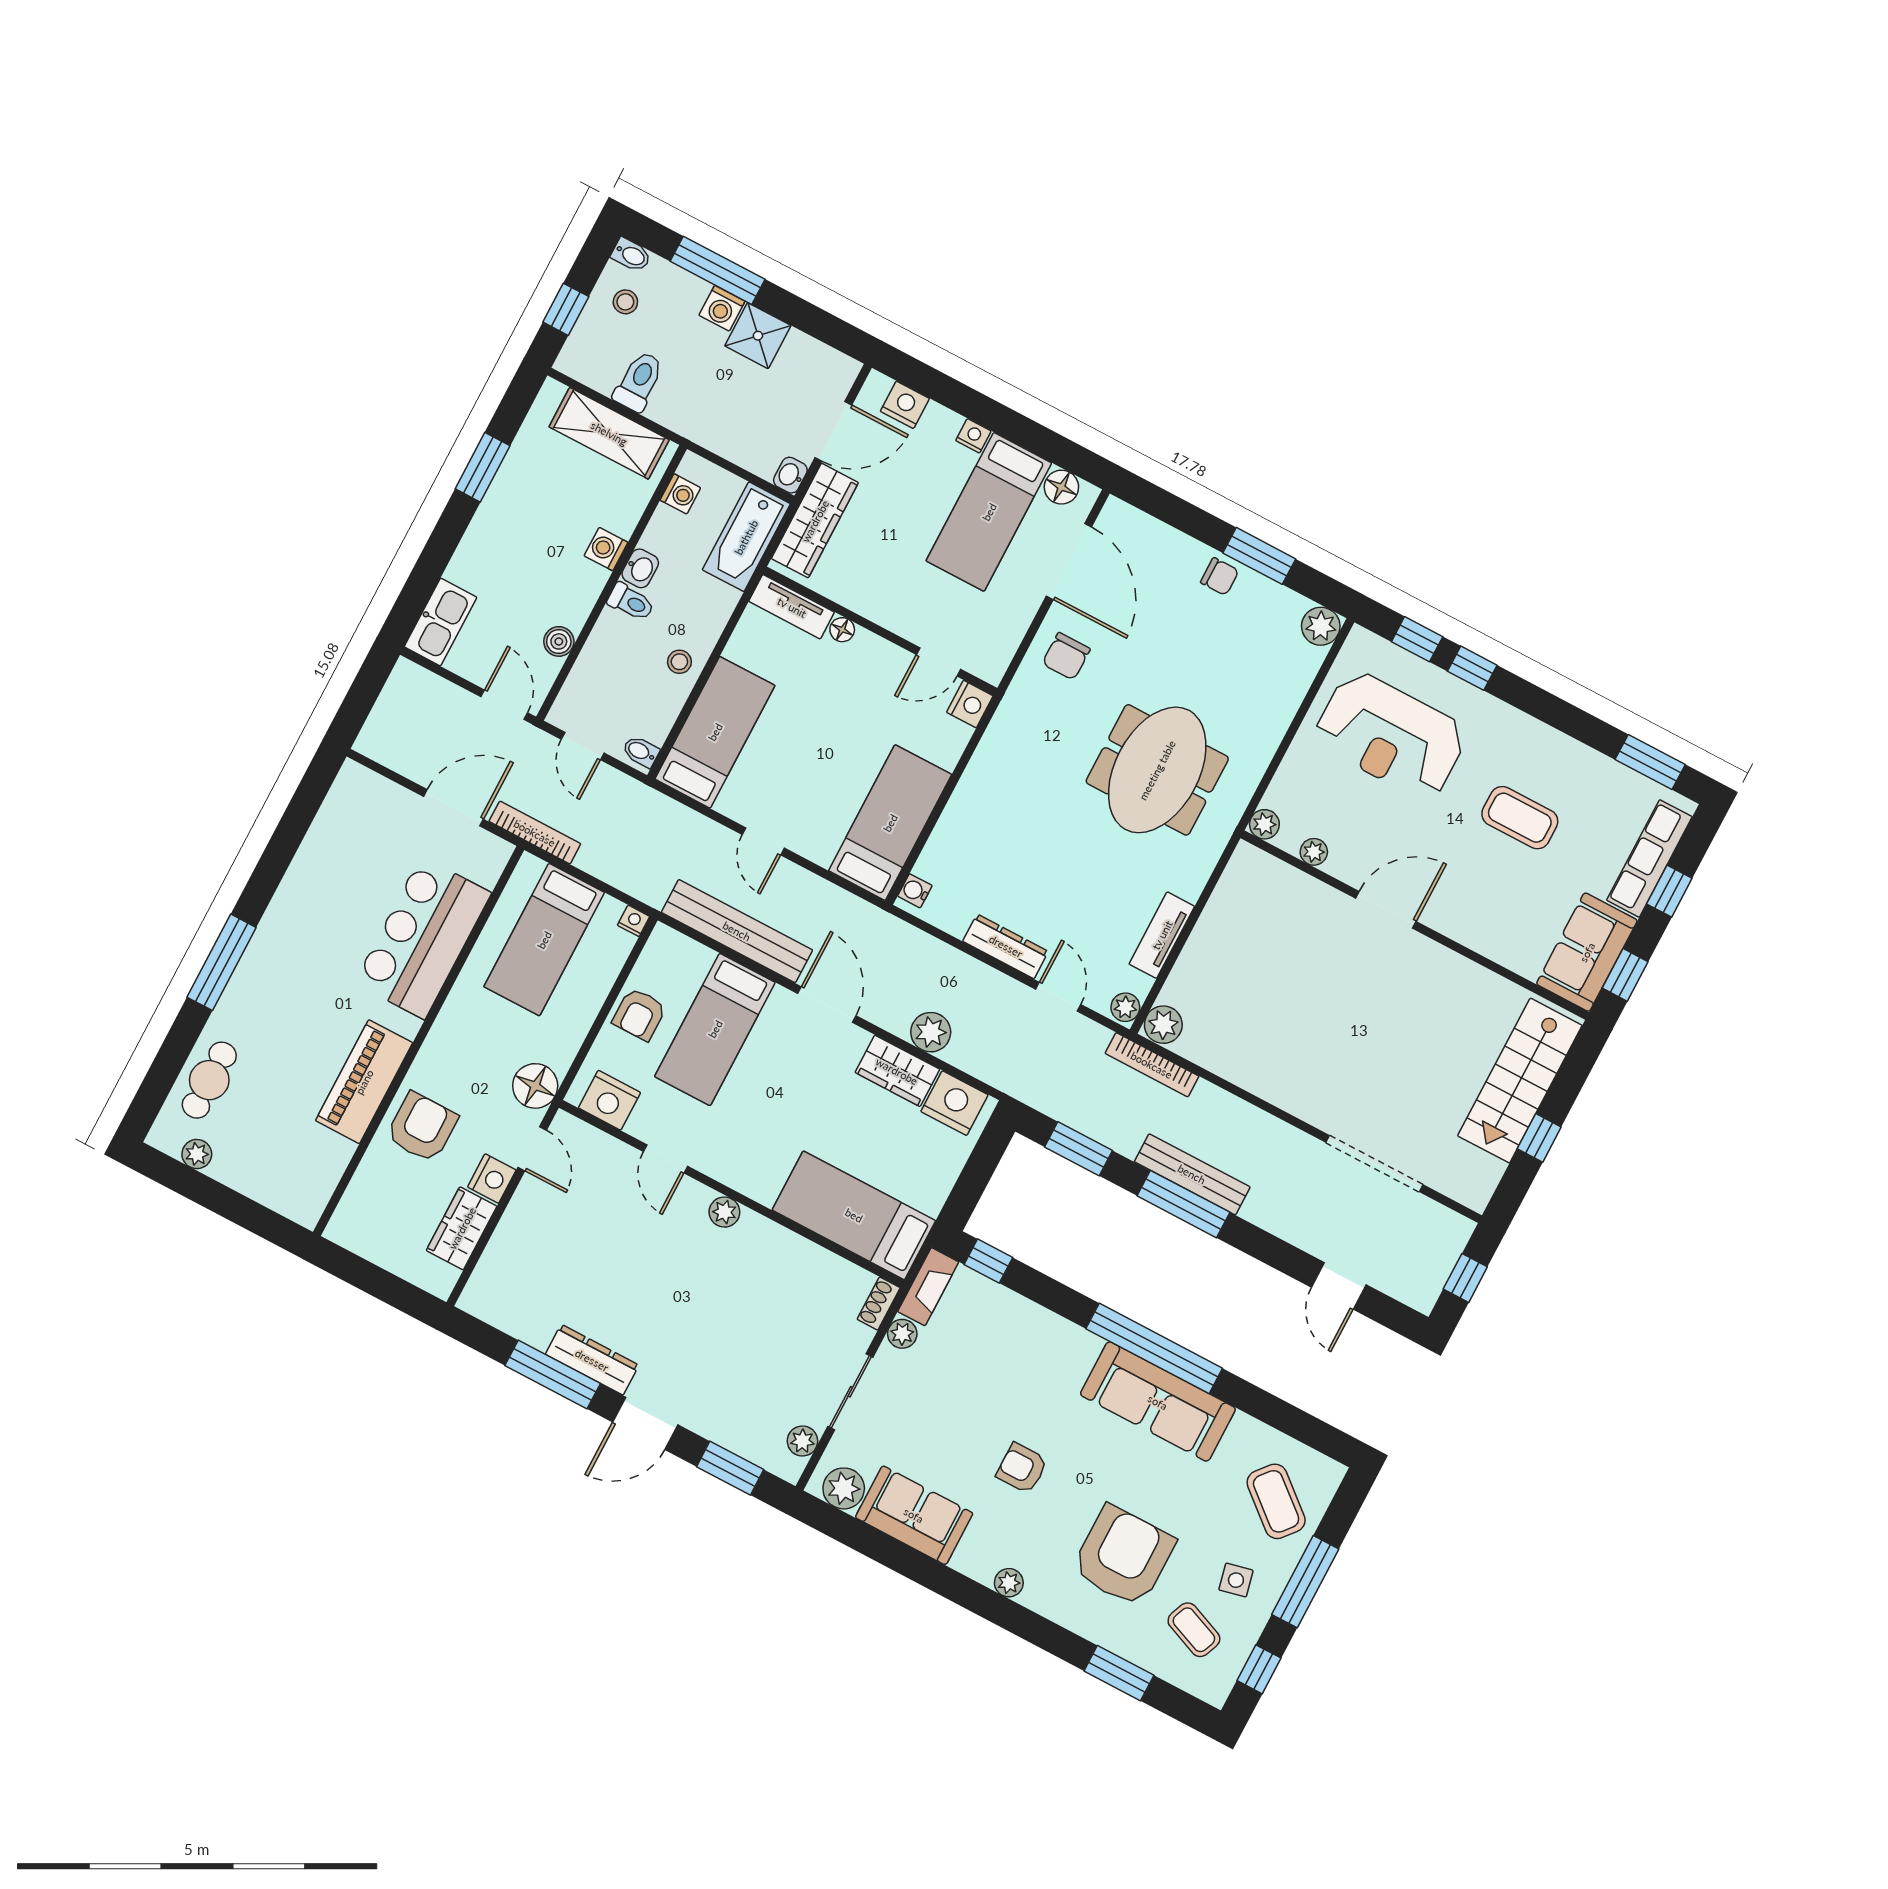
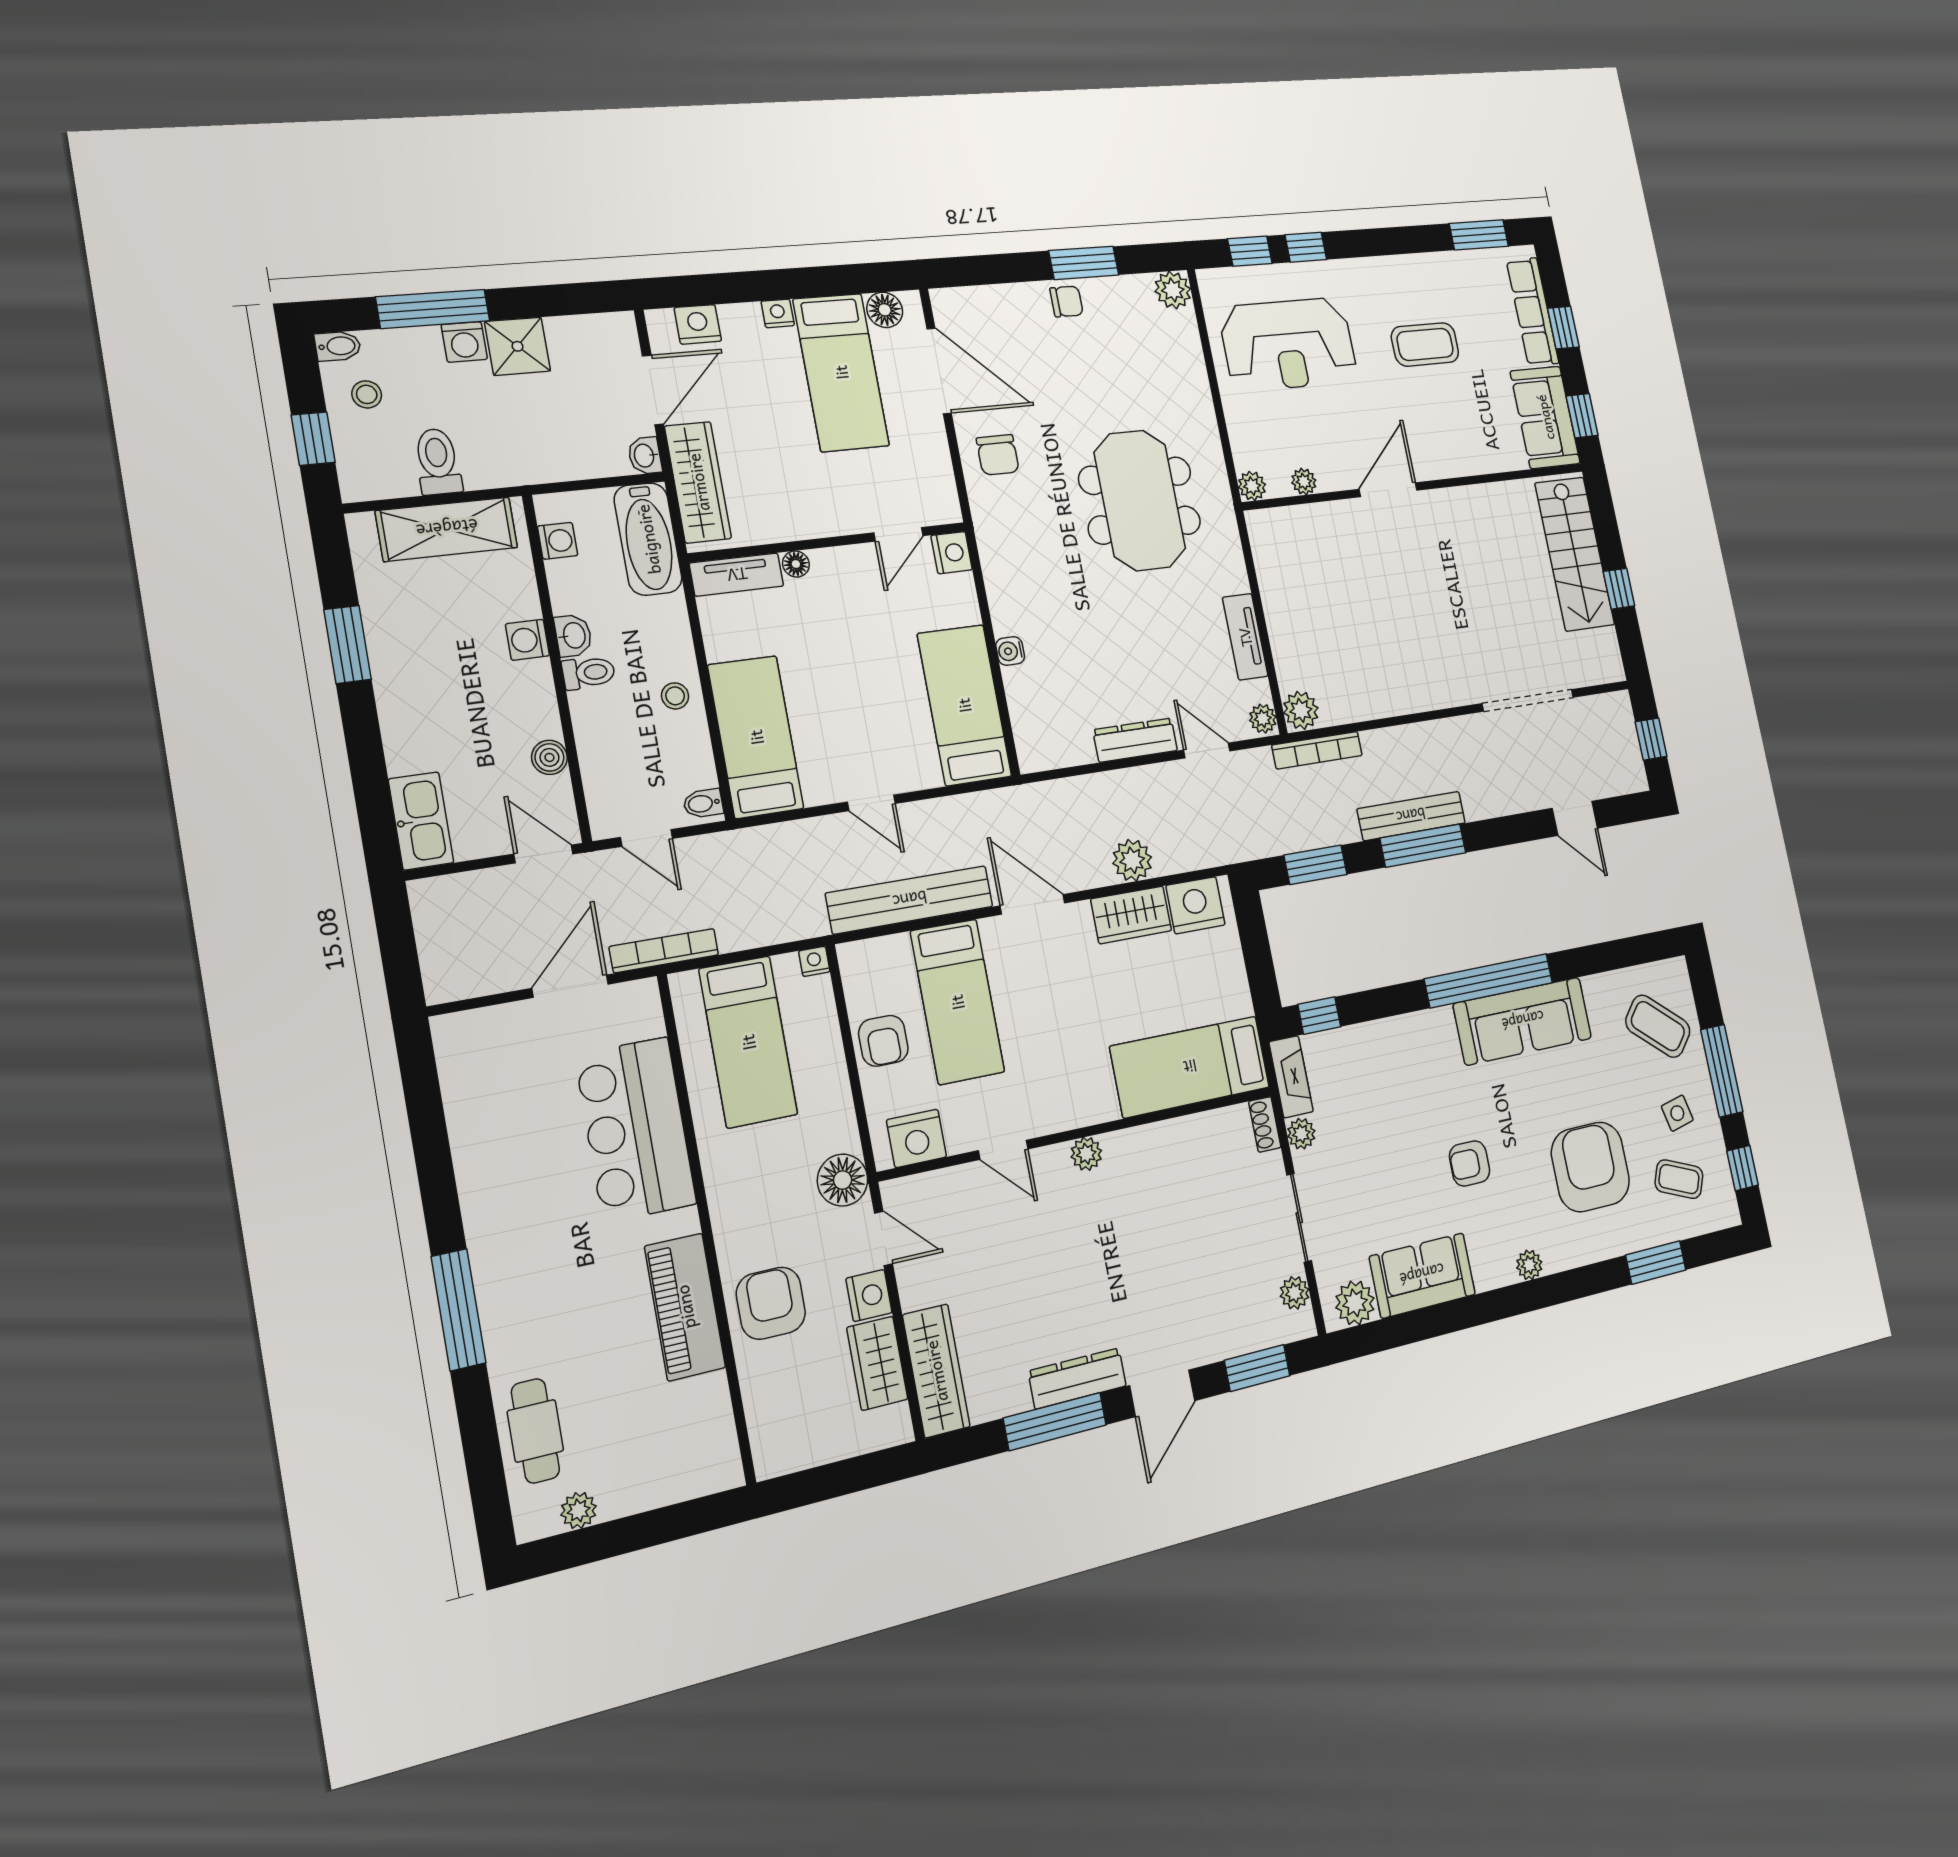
water cooler: (915, 891) -> (1010, 651), moved
wardrobe: (498, 1268) -> (936, 1371), added

